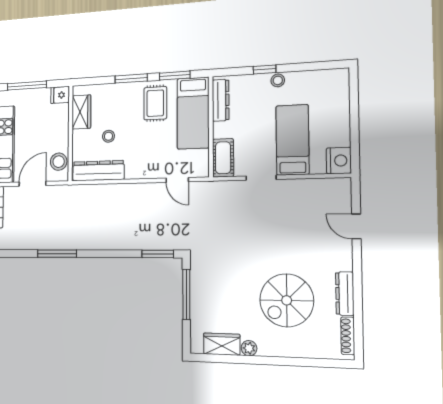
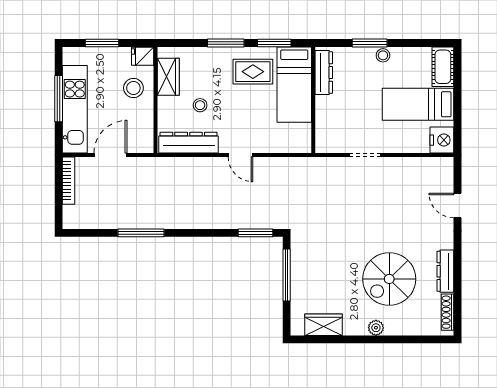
window: (265, 69) -> (370, 43), width x1.50
window: (27, 86) -> (102, 43), width x0.69
rug: (155, 103) -> (253, 72), turned 90
bed: (292, 140) -> (418, 104), moved, turned -90
cot: (223, 158) -> (443, 67), moved
stool: (59, 162) -> (133, 88), moved
door: (177, 180) -> (240, 155), moved
plant: (249, 348) -> (376, 328), moved

